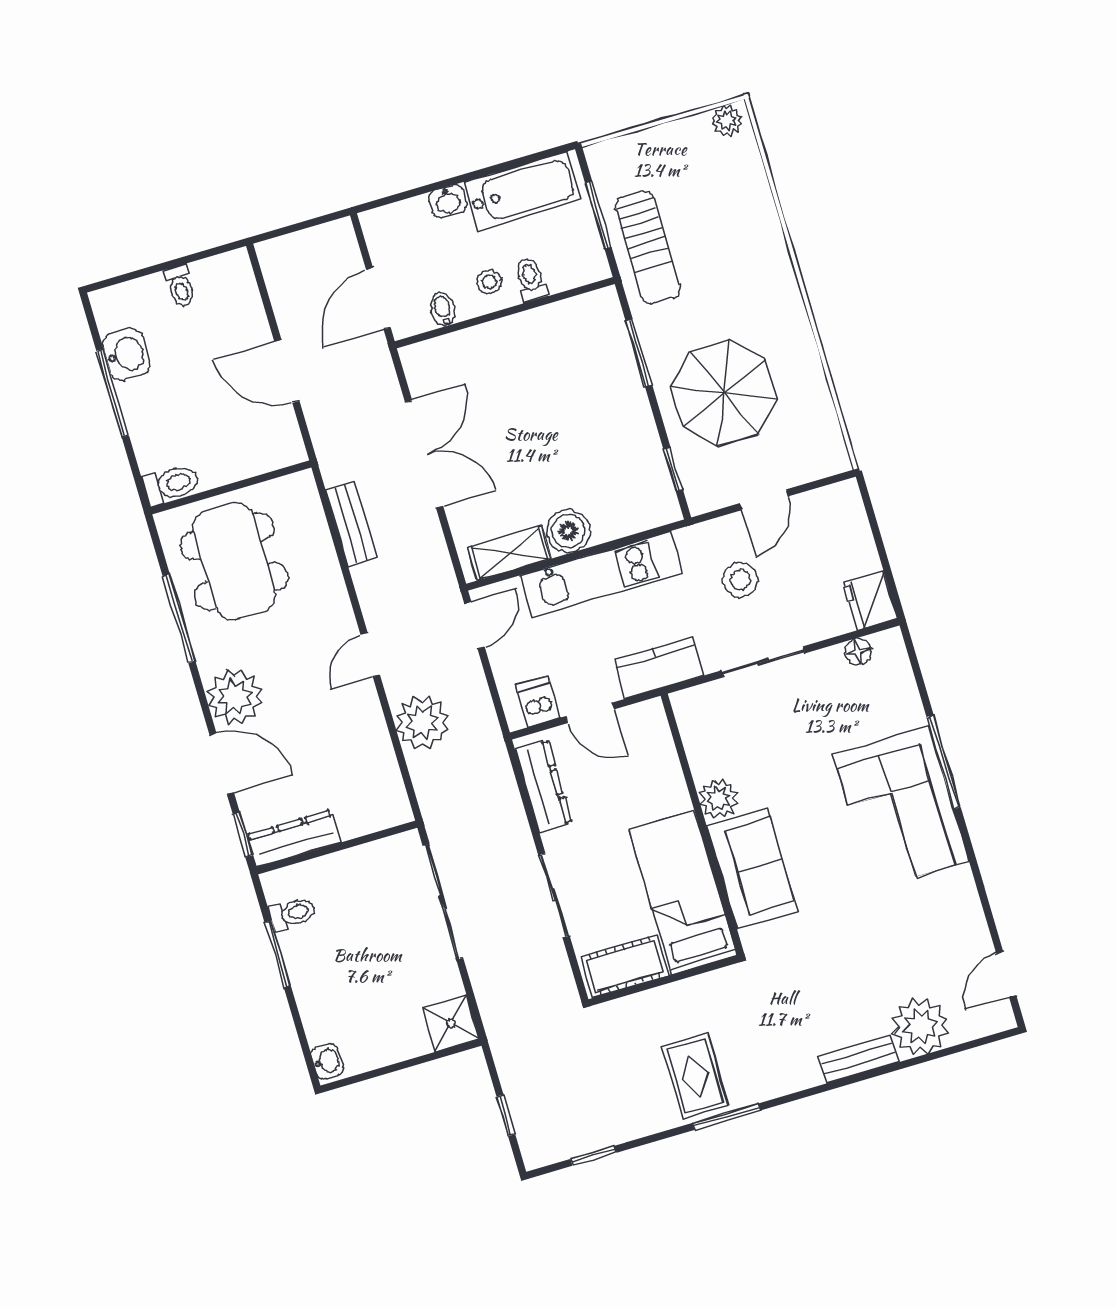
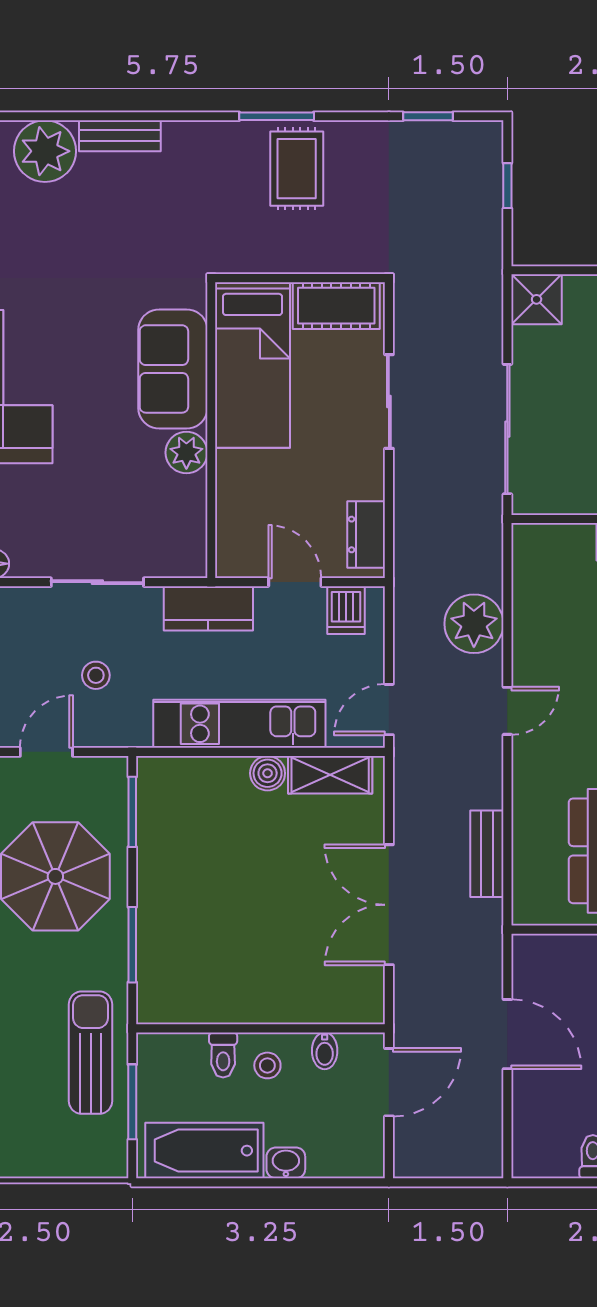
window: (673, 469) -> (132, 812), width x1.50
boiler: (568, 531) -> (268, 773), width x0.73, depth x0.73
stool: (740, 580) -> (96, 675), width x0.73, depth x0.73
dresser: (543, 786) -> (366, 534), width x0.70

